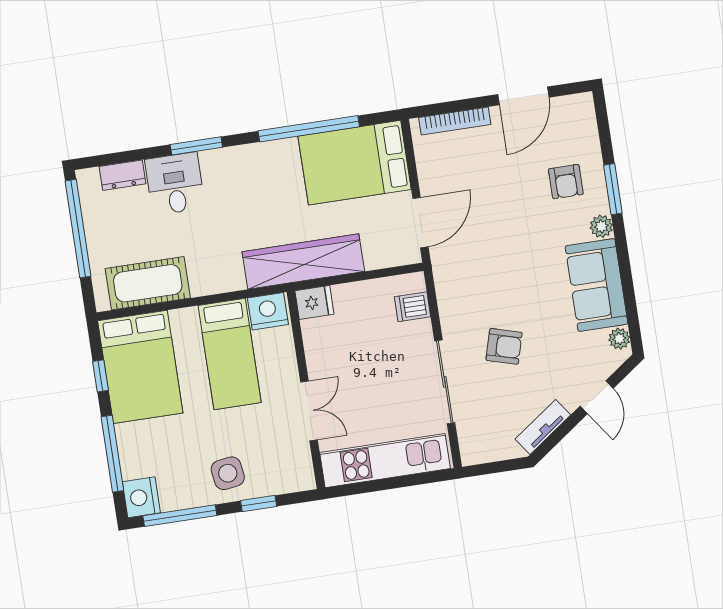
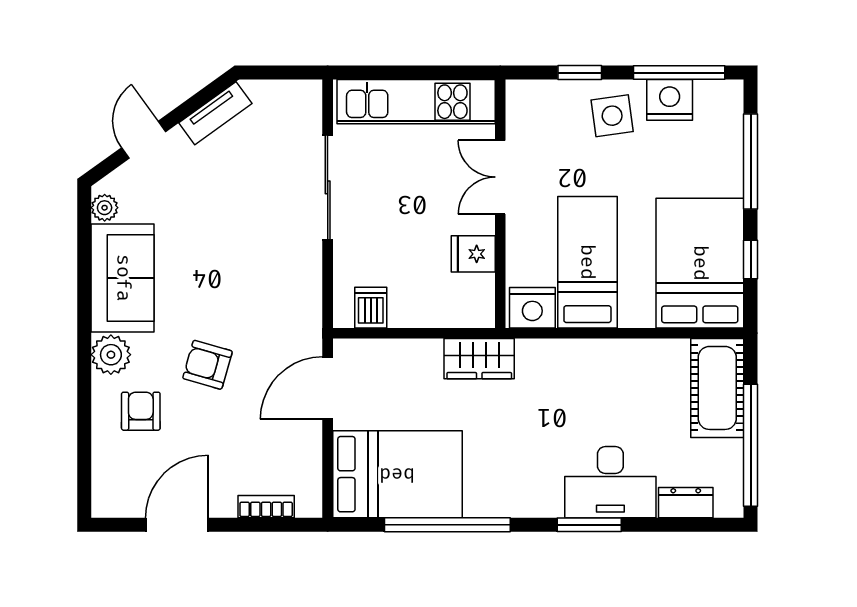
bookcase: (455, 121) -> (266, 507), width x0.64
desk: (175, 184) -> (610, 482), width x1.37
window: (613, 189) -> (84, 393), removed
plant: (601, 226) -> (111, 355), width x1.38, depth x1.38
wardrobe: (303, 262) -> (479, 359), width x0.48, depth x0.85
cot: (148, 283) -> (717, 388), moved, turned 90
fridge: (314, 302) -> (473, 254), moved
dishwasher: (412, 307) -> (371, 308), moved, turned -90
armchair: (504, 346) -> (207, 365), moved
nightstand: (141, 497) -> (670, 100), moved, turned -90

